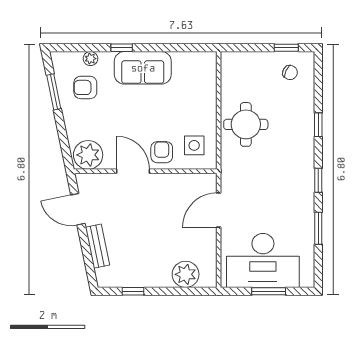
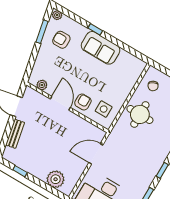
plant: (90, 59) -> (57, 15), moved
chair: (241, 77) -> (153, 86), added
plant: (88, 155) -> (42, 85), width x0.53, depth x0.53

